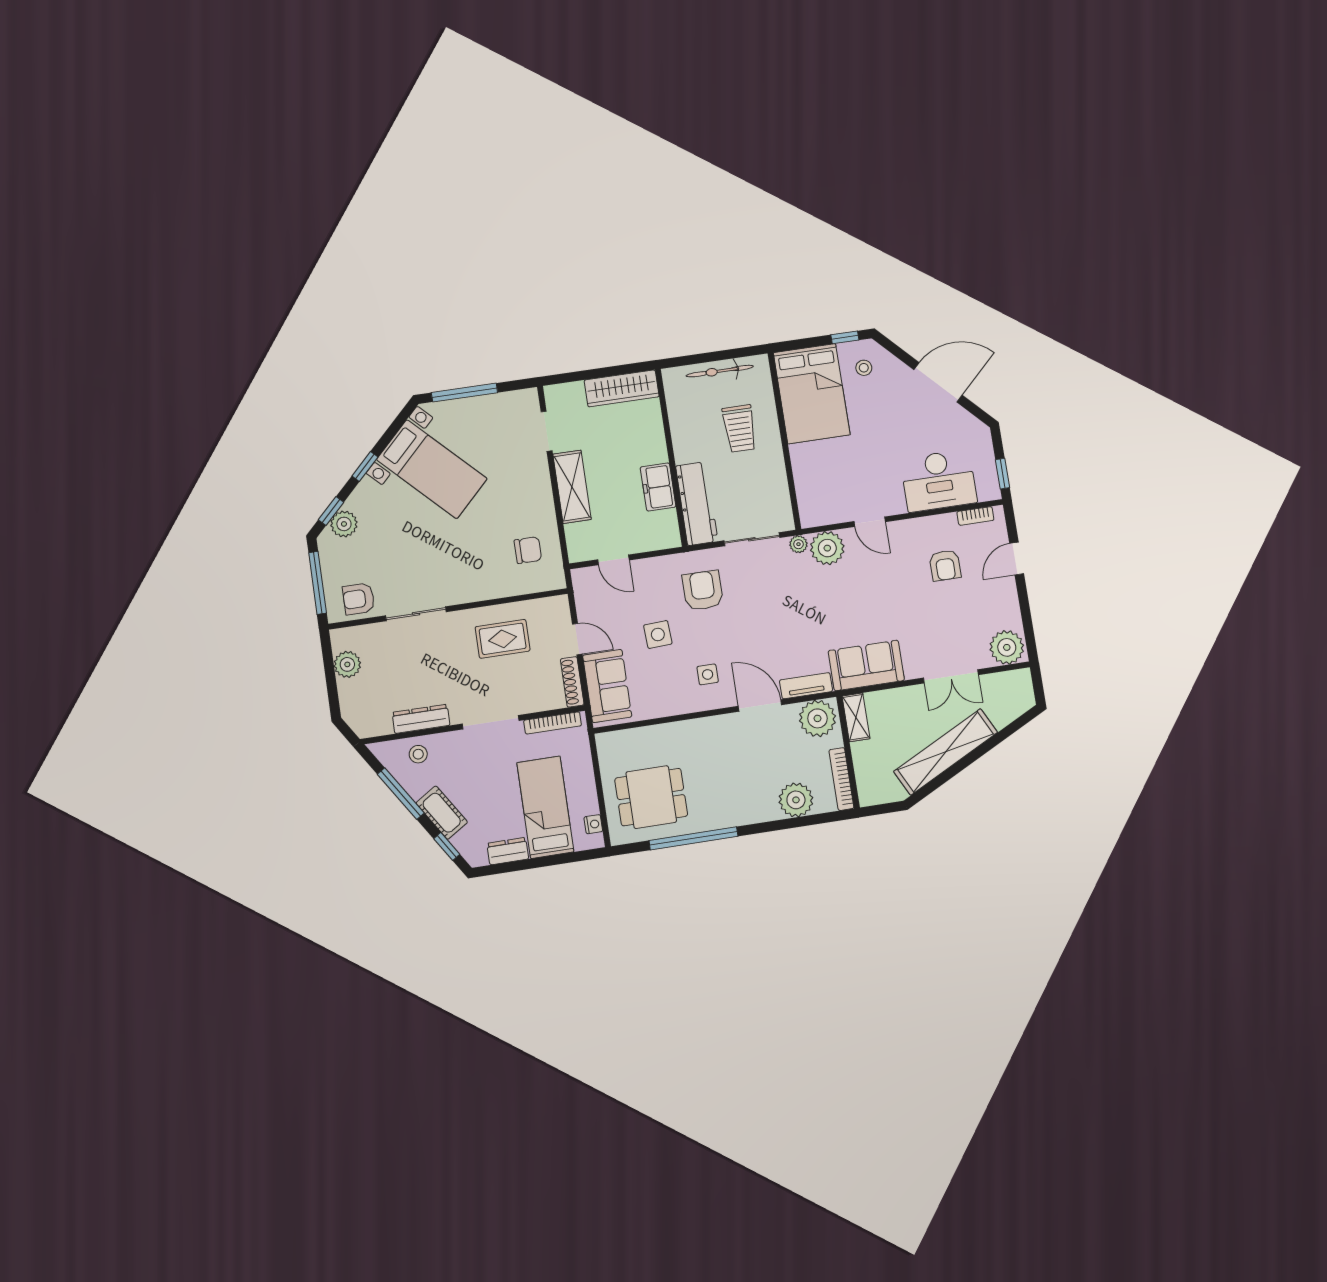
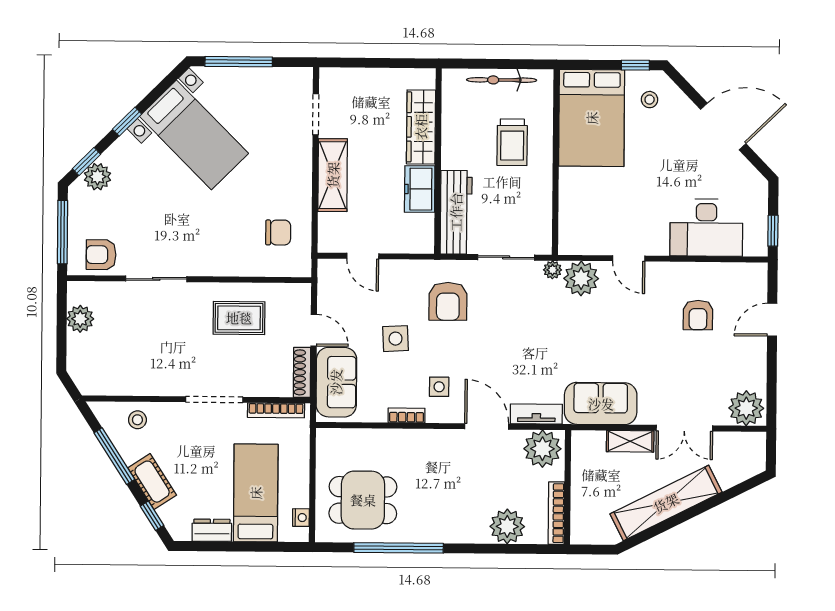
wardrobe: (622, 388) -> (421, 127), moved, turned 90
bookcase: (975, 516) -> (407, 415), moved, turned 180
armchair: (703, 590) -> (448, 301), turned 180
shelving: (856, 717) -> (630, 441), moved, turned 90
dresser: (421, 719) -> (145, 385), removed

